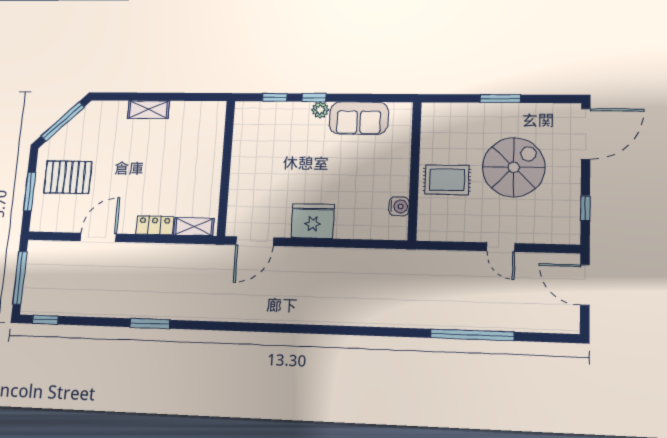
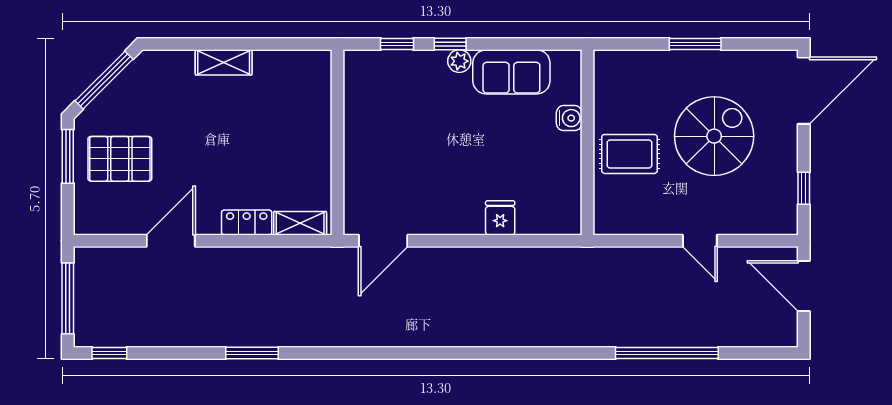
window: (30, 191) -> (68, 156), moved
water cooler: (399, 206) -> (569, 118), moved
fridge: (313, 221) -> (500, 218), moved, width x0.53, depth x0.75

